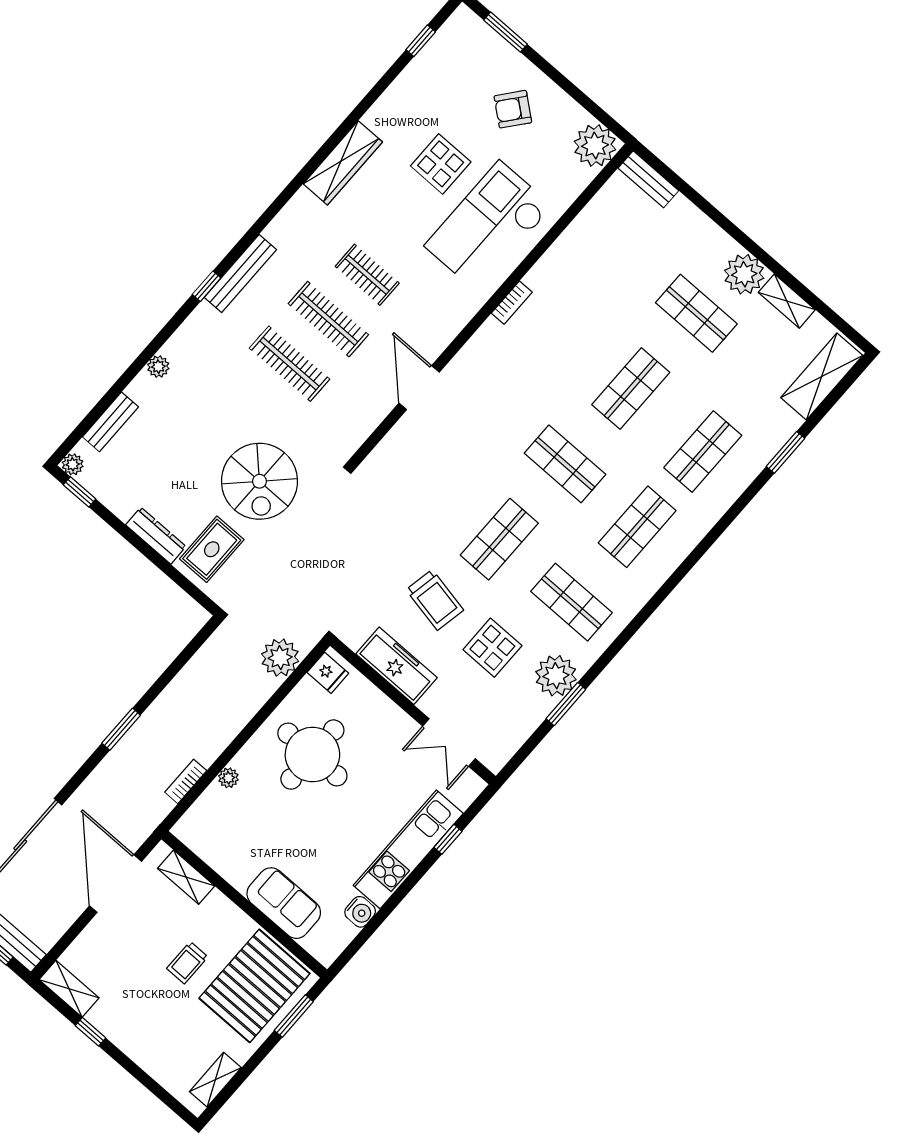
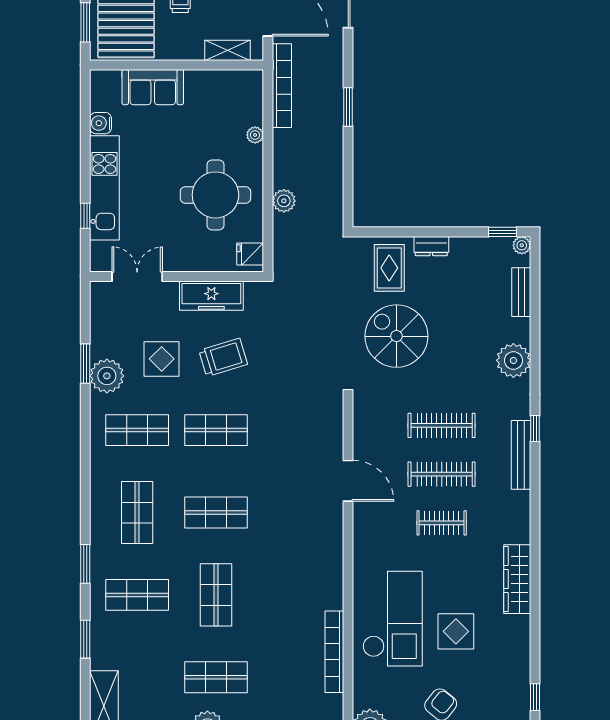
bookcase: (512, 303) -> (334, 652), moved, width x2.31, depth x1.31
plant: (158, 367) -> (513, 360), width x1.87, depth x1.87
shop shelf: (703, 451) -> (137, 595), turned 90
window: (726, 521) -> (85, 564), added
dresser: (156, 536) -> (431, 246), width x0.70
shop shelf: (499, 539) -> (216, 430), turned 90
trolley: (435, 600) -> (223, 357), turned 152
plant: (280, 658) -> (284, 201), moved, width x0.73, depth x0.73
bookcase: (186, 781) -> (282, 86), width x2.31, depth x1.31

